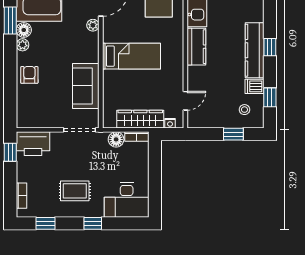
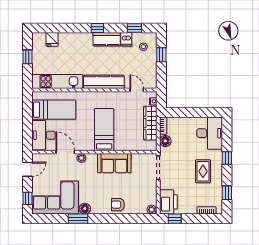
plant: (23, 45) -> (152, 210), moved
kitchen counter: (196, 47) -> (104, 82), width x1.50
kitchen counter: (255, 50) -> (107, 39), width x0.67
sofa: (86, 86) -> (114, 163), moved

